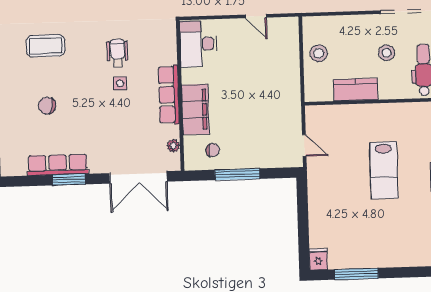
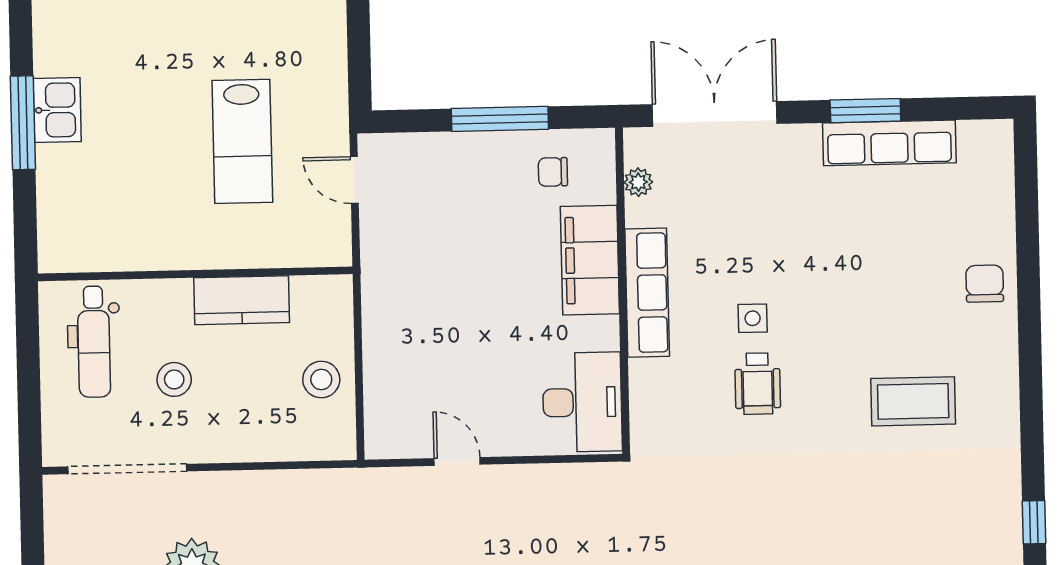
chair: (47, 106) -> (985, 284), moved, turned -99
lab bench: (384, 170) -> (242, 141), moved, turned 180

